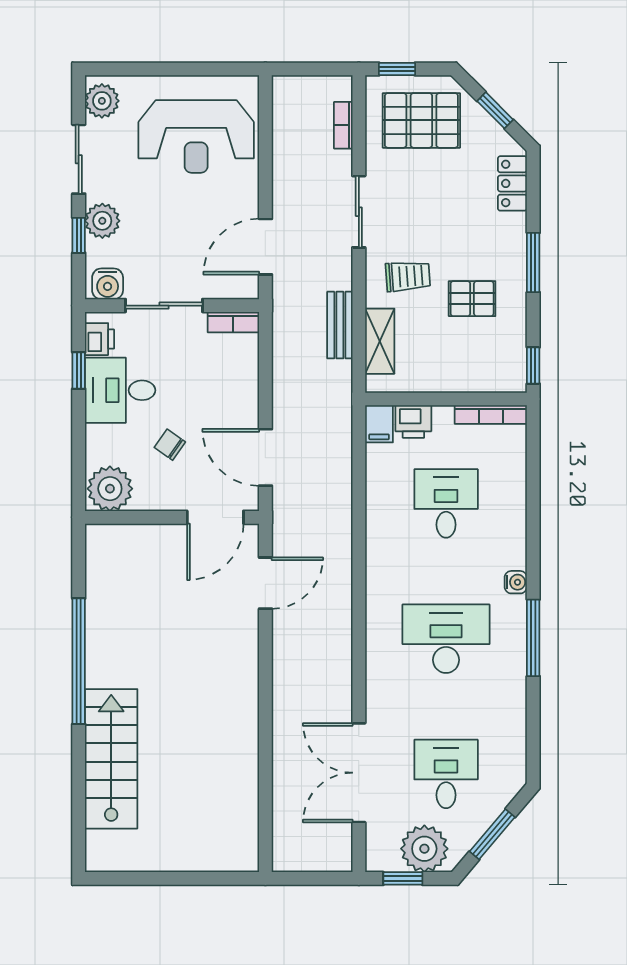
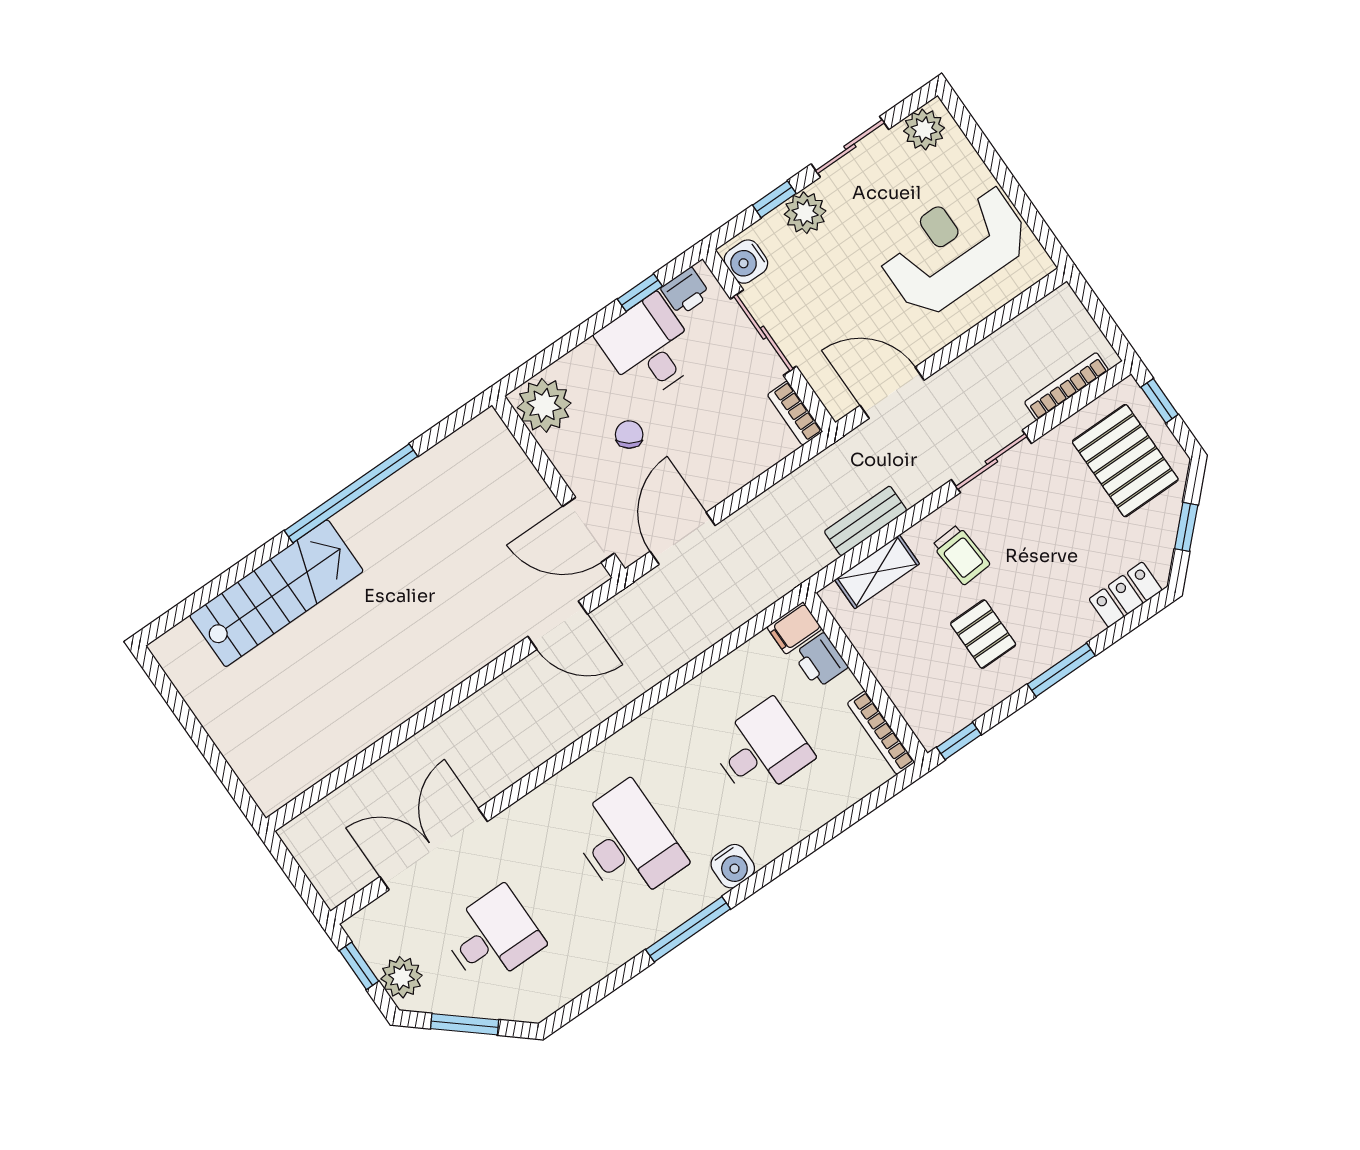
bookcase: (343, 125) -> (1067, 386), width x1.56
reception desk: (196, 136) -> (954, 248), turned 90
water cooler: (516, 582) -> (733, 866), width x1.38, depth x1.38
plant: (424, 849) -> (401, 977), width x0.73, depth x0.73

